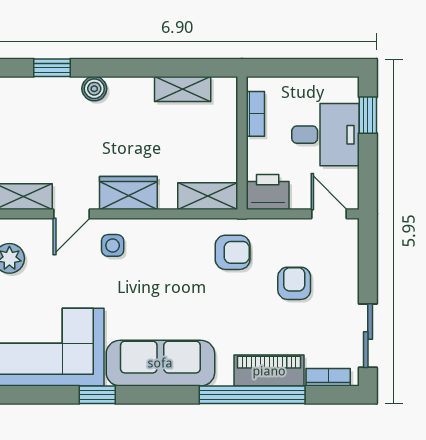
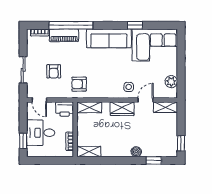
shelving: (183, 89) -> (89, 152), moved
sliding door: (368, 336) -> (23, 70), moved

